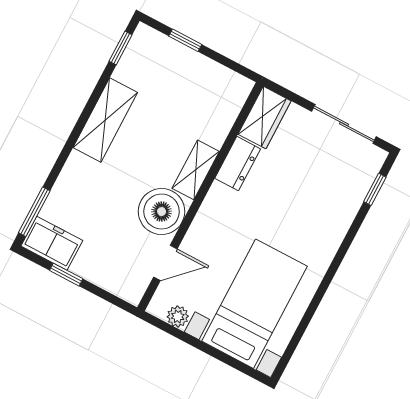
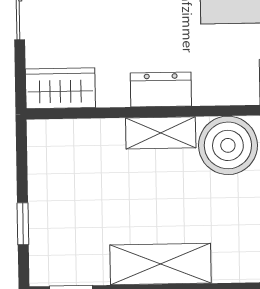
dresser: (238, 164) -> (161, 89), moved

